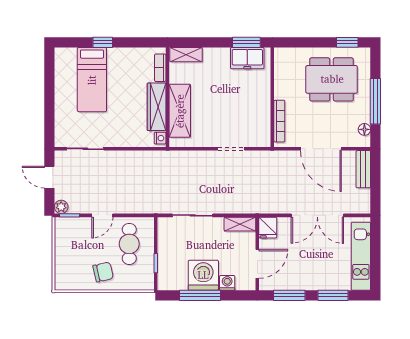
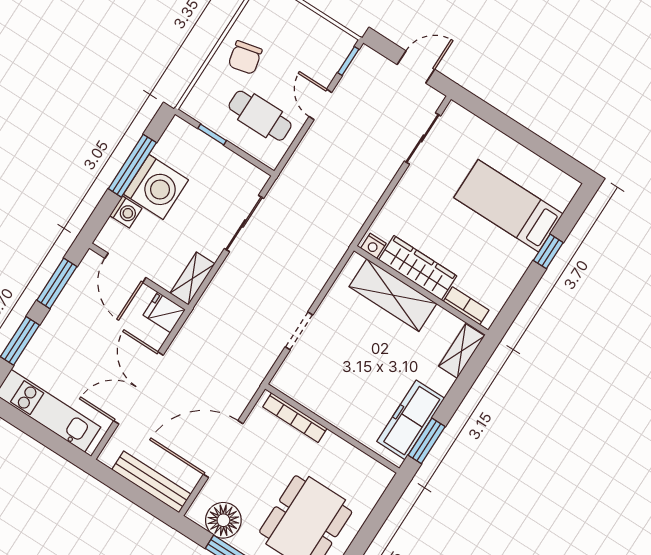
freezer: (247, 58) -> (411, 420), width x1.40
floor lamp: (364, 129) -> (223, 520), width x1.89, depth x1.89
bench: (363, 169) -> (151, 482), width x1.36
plant: (61, 207) -> (366, 57), removed

